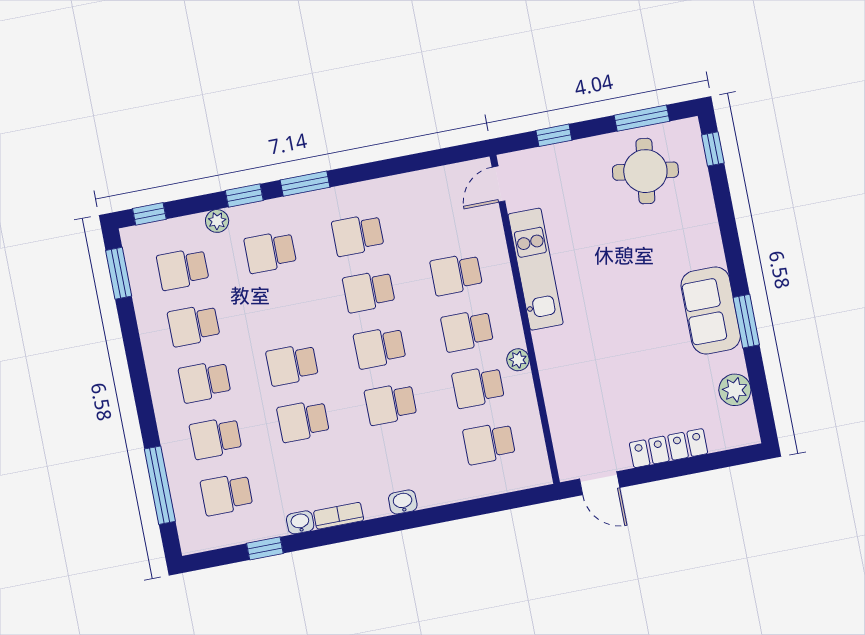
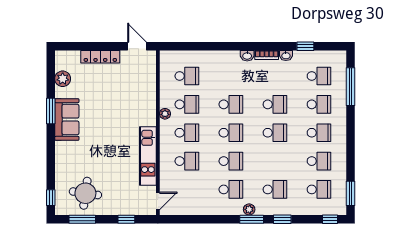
plant: (217, 221) -> (249, 209), moved
washbasin: (403, 502) -> (247, 56), moved

